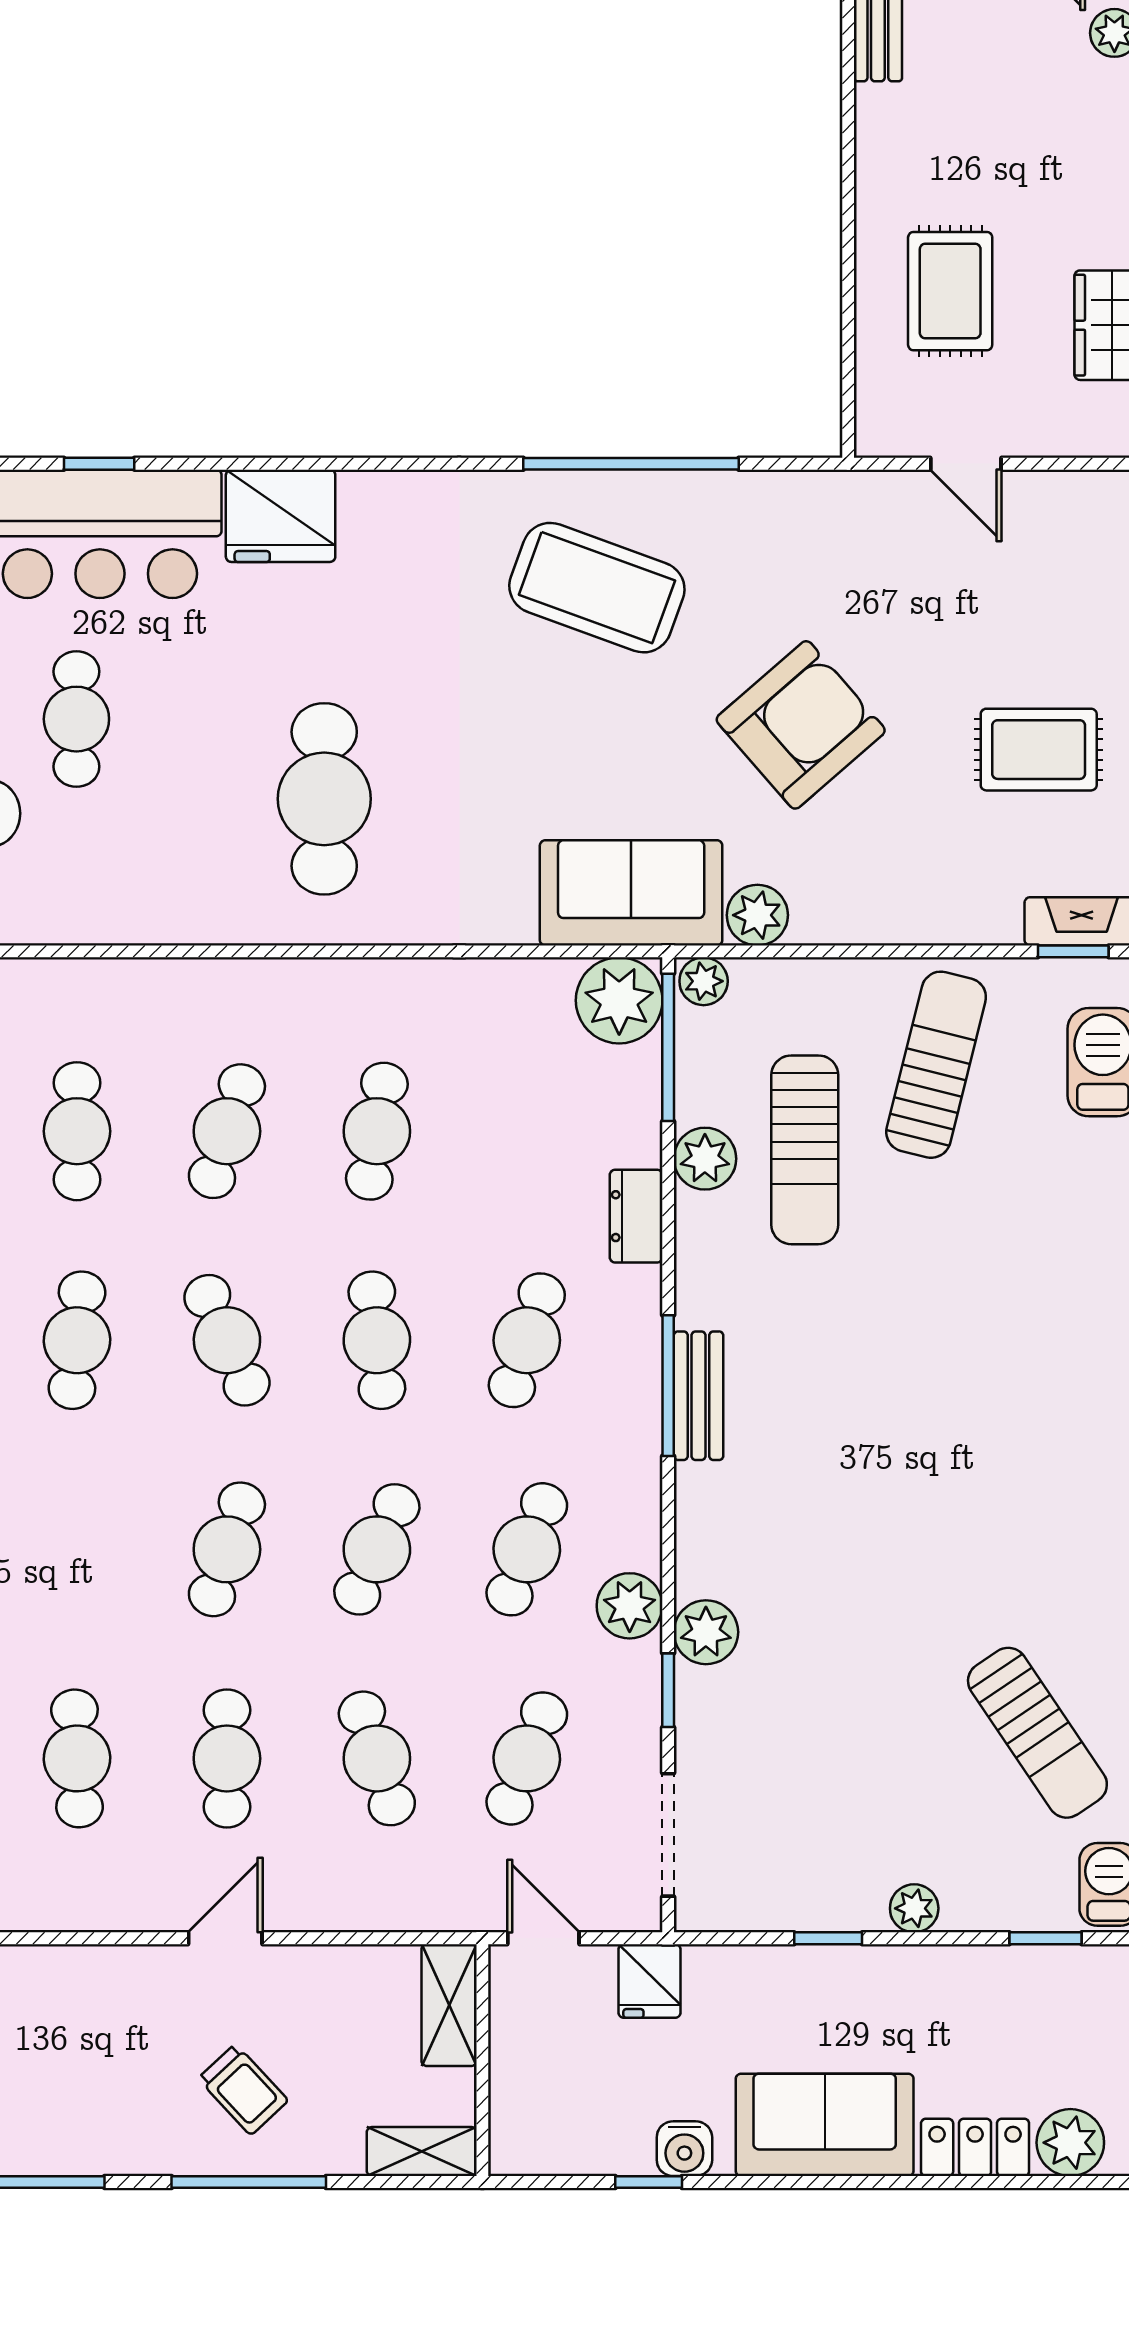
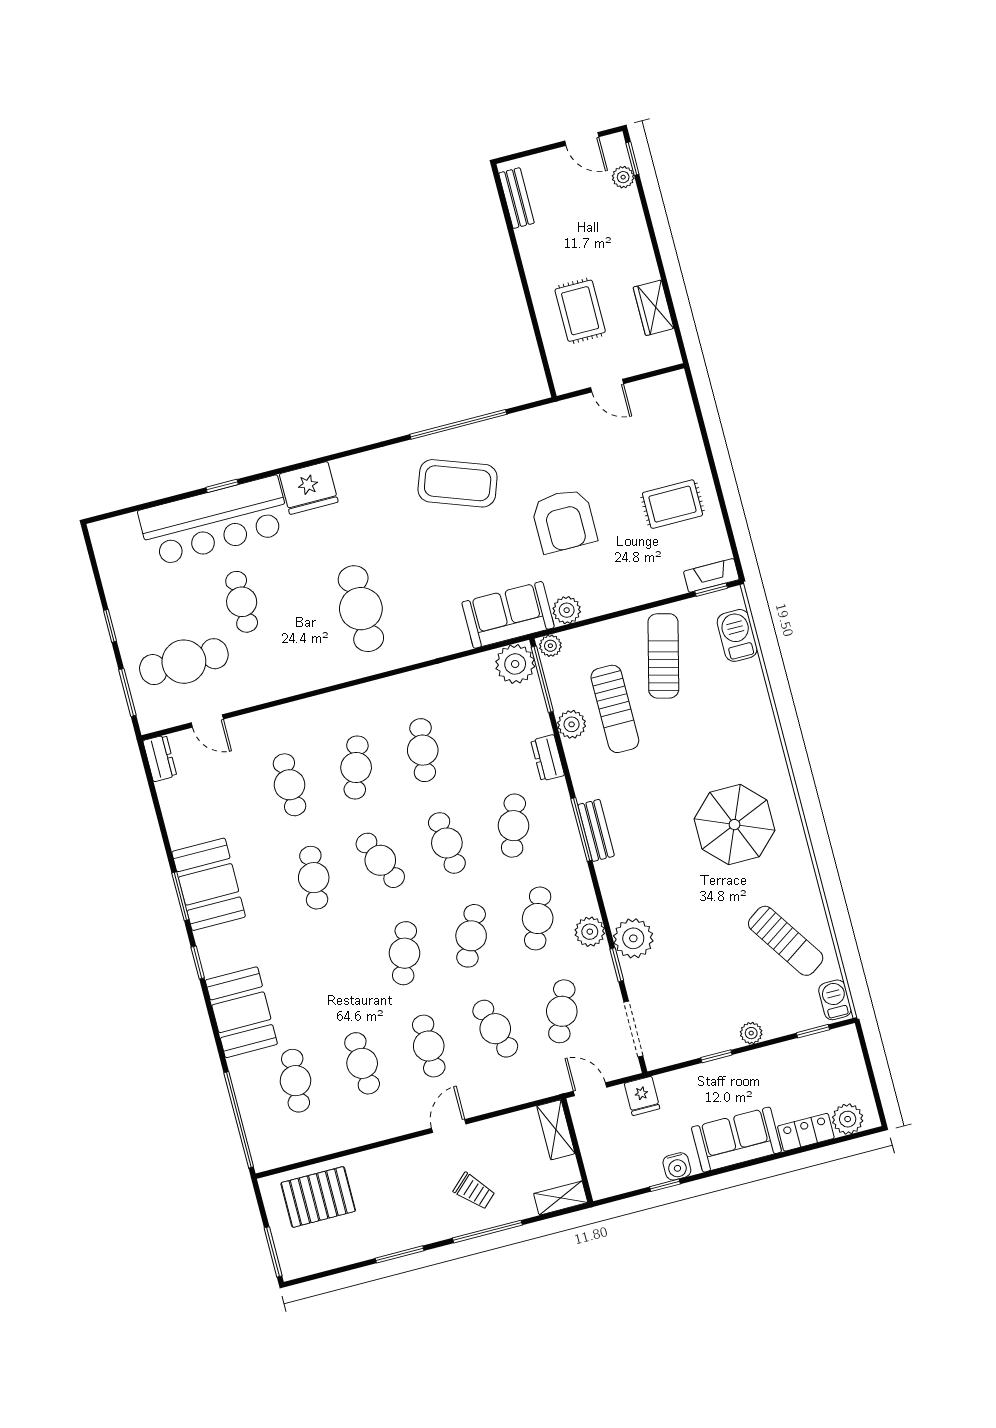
armchair: (801, 725) -> (564, 521), turned 131
parasol: (994, 1459) -> (735, 825), added
plant: (706, 1632) -> (633, 938), width x1.36, depth x1.36

